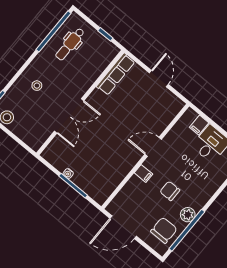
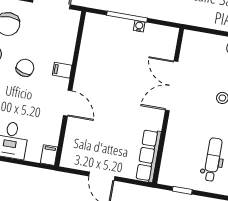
filing cabinet: (199, 125) -> (49, 155), moved
door: (153, 147) -> (68, 103), hinge flipped
chair: (170, 191) -> (25, 68), turned -74

